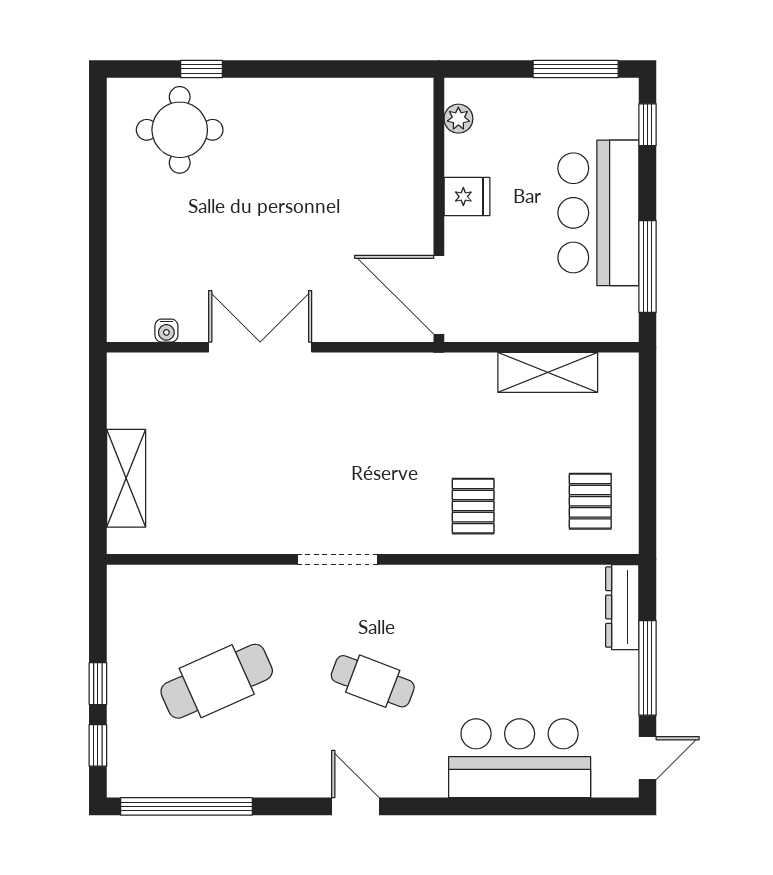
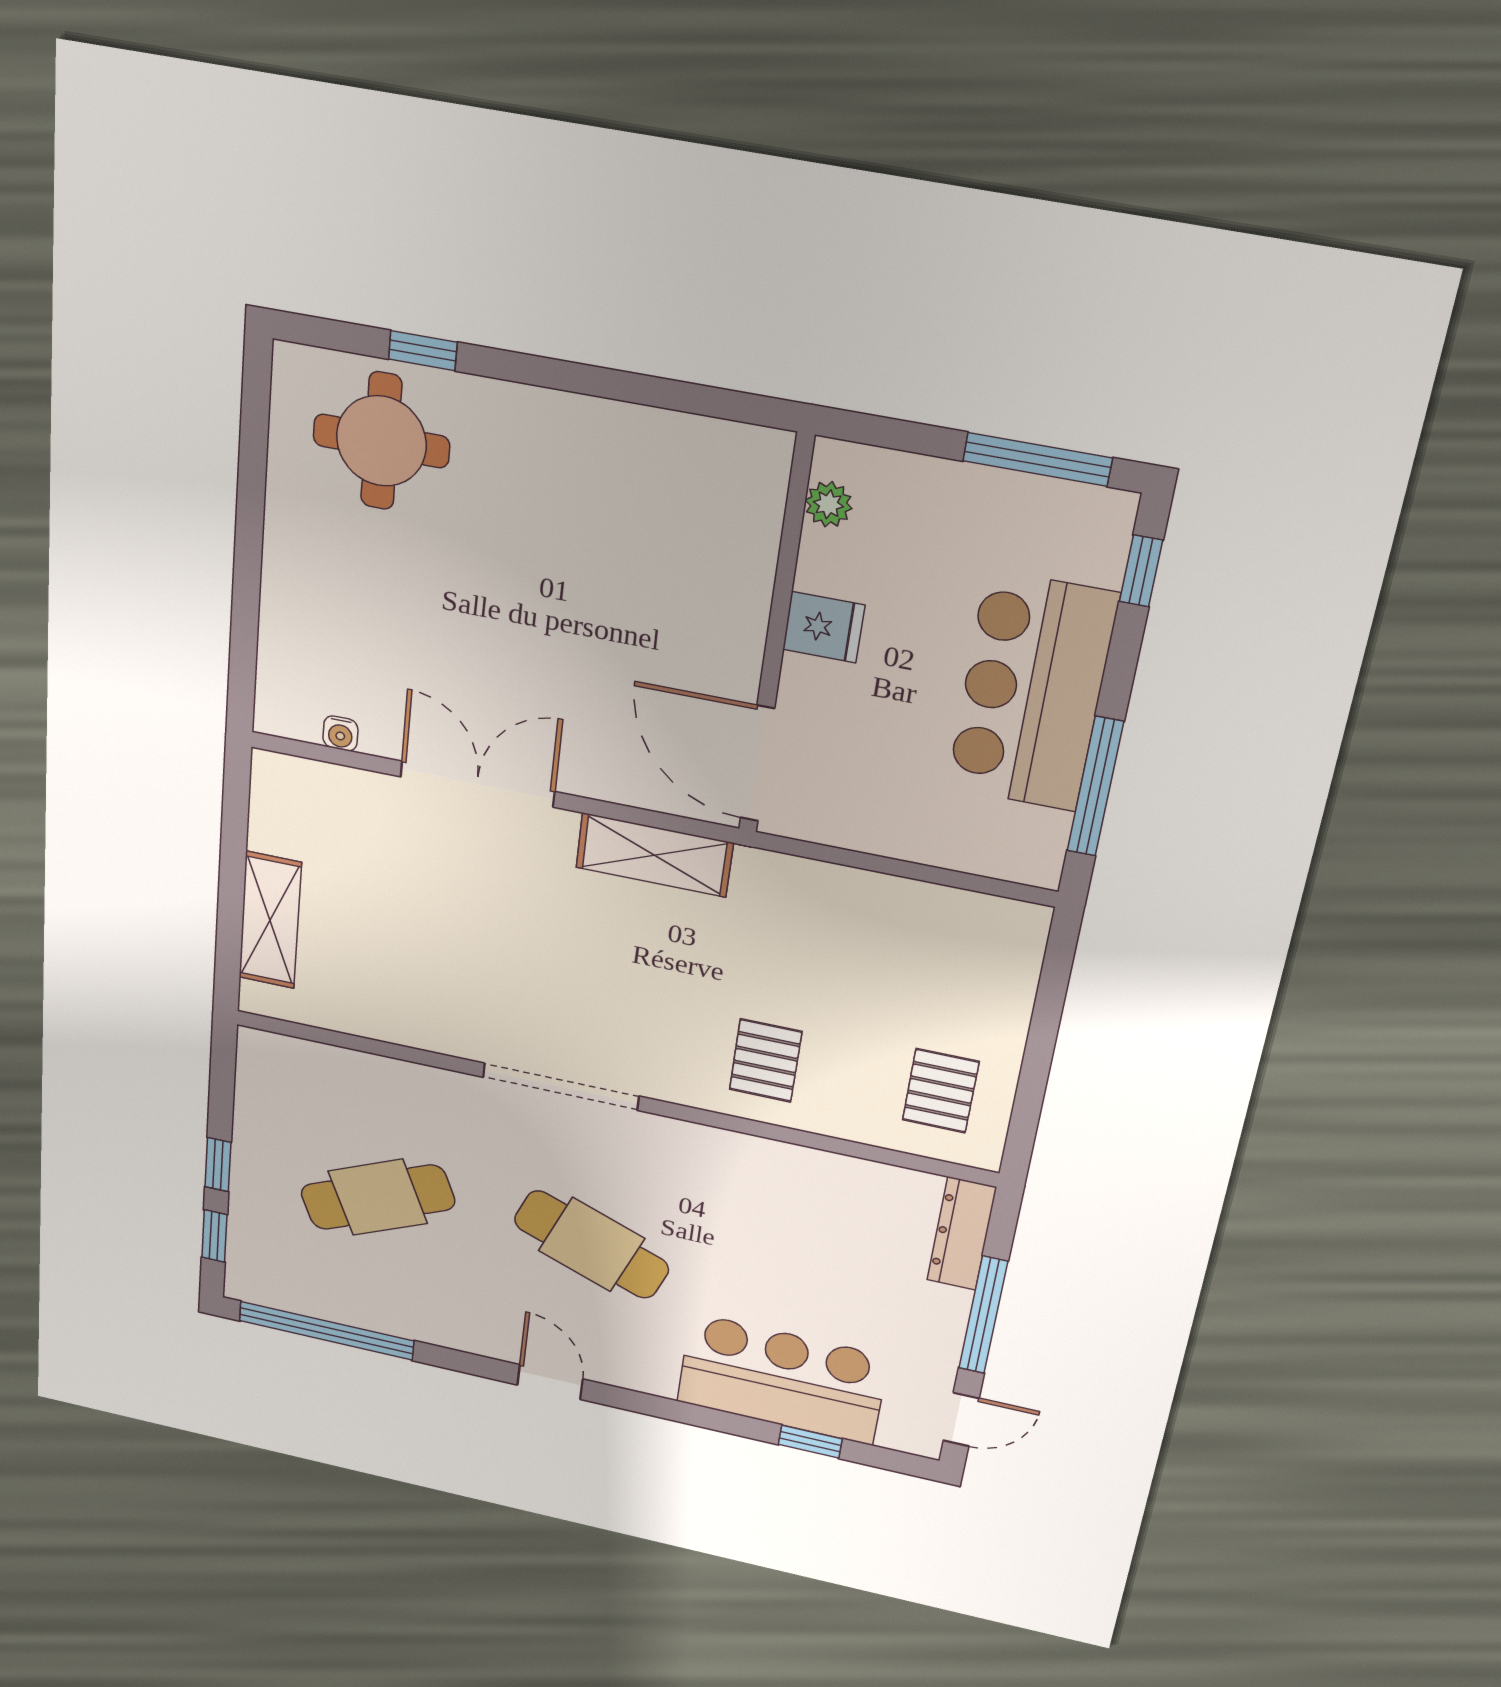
shelving: (548, 372) -> (654, 855), moved
doorway: (338, 559) -> (561, 1087), width x1.36
cafe table: (373, 681) -> (592, 1245), width x1.37, depth x1.35
window: (547, 806) -> (810, 1442), added

